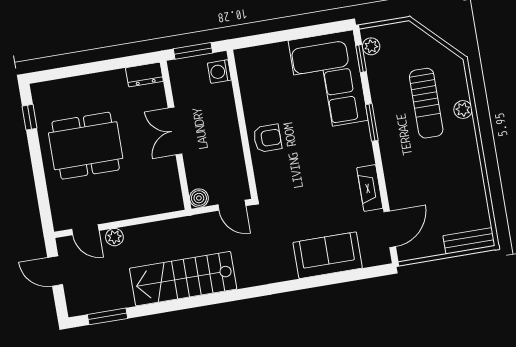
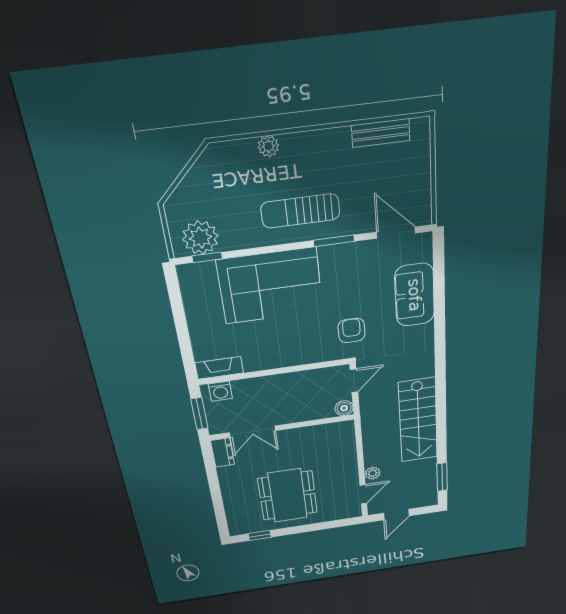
plant: (371, 46) -> (200, 238), width x1.88, depth x1.88
corner sofa: (328, 80) -> (270, 286), moved
sun lounger: (426, 103) -> (300, 211), moved, turned 180
window: (372, 122) -> (334, 241), moved
double door: (175, 131) -> (253, 432), moved
armchair: (267, 138) -> (352, 331), moved
fireplace: (370, 188) -> (219, 368), moved, turned 180
bench: (469, 241) -> (381, 133), moved, turned 90

